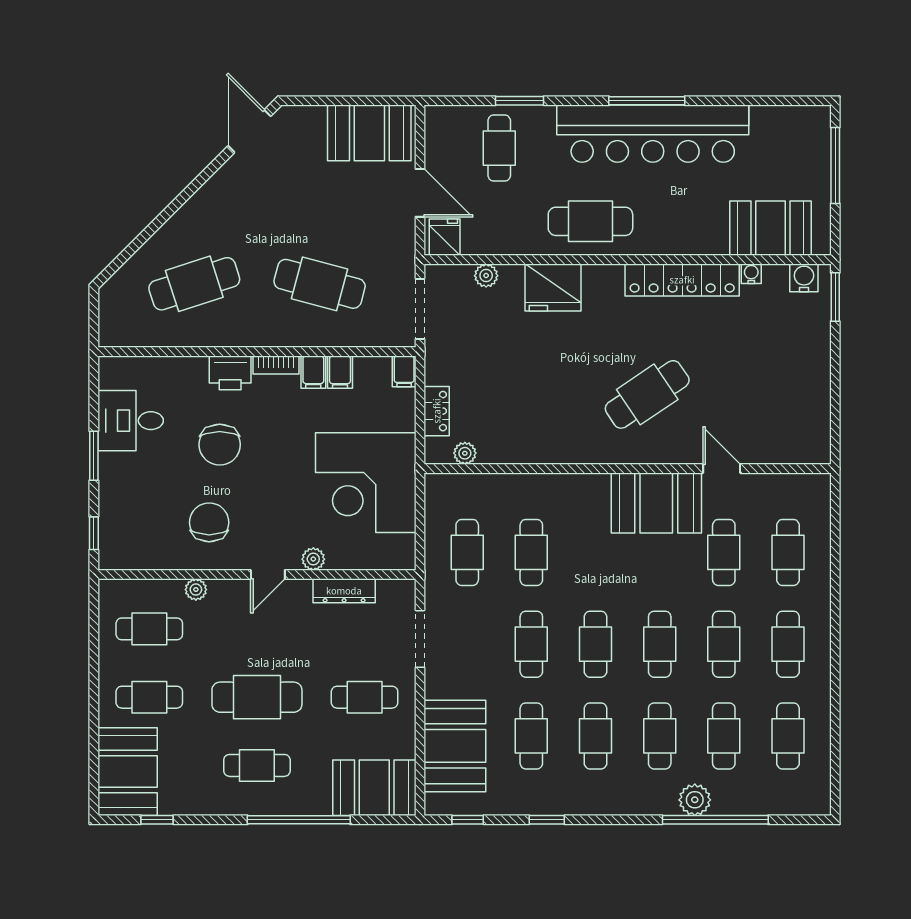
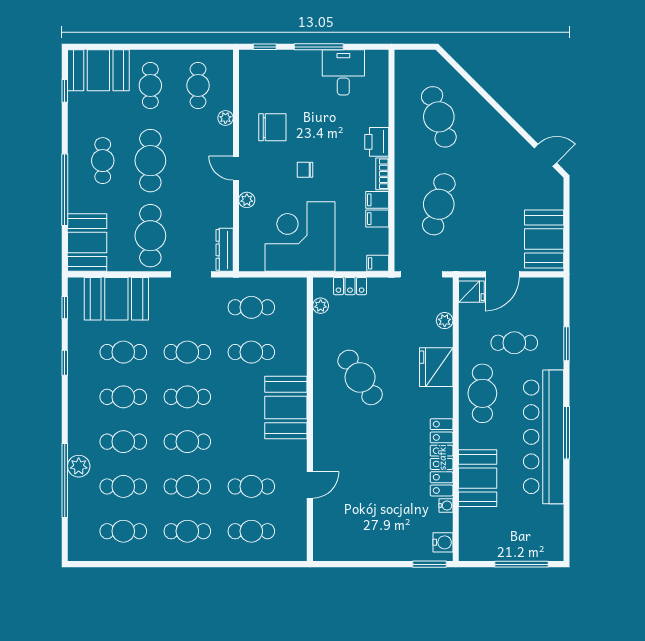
door: (249, 131) -> (545, 155), width x0.73
cafe table: (499, 148) -> (514, 343), moved
booth: (770, 228) -> (478, 478), moved
cafe table: (647, 394) -> (360, 377), moved
chair: (220, 445) -> (305, 170), moved, width x0.54, depth x0.54
window: (94, 456) -> (319, 47), width x1.44
booth: (656, 503) -> (286, 407), moved
dresser: (344, 591) -> (225, 250), moved
cafe table: (365, 697) -> (150, 236), width x1.37, depth x1.35

